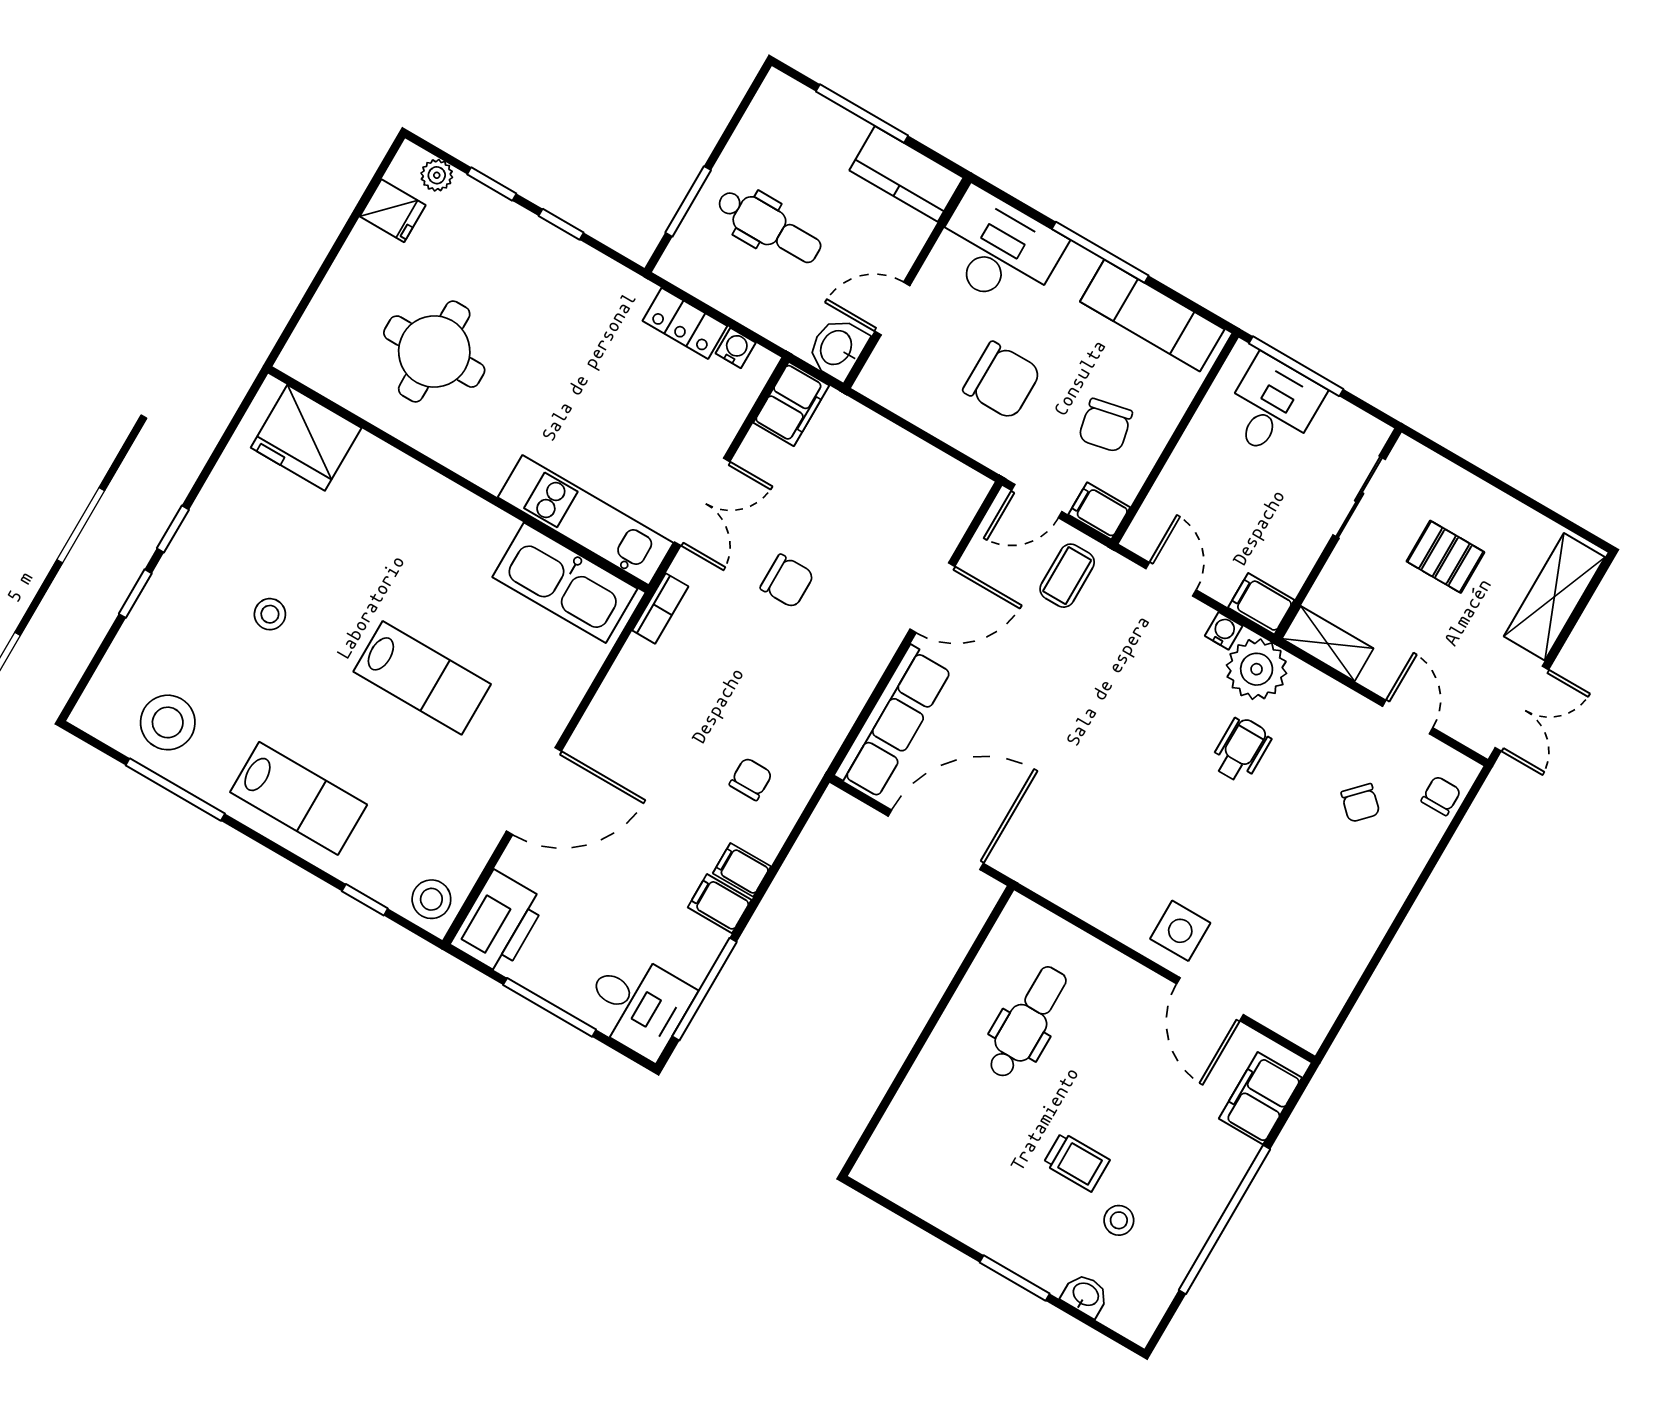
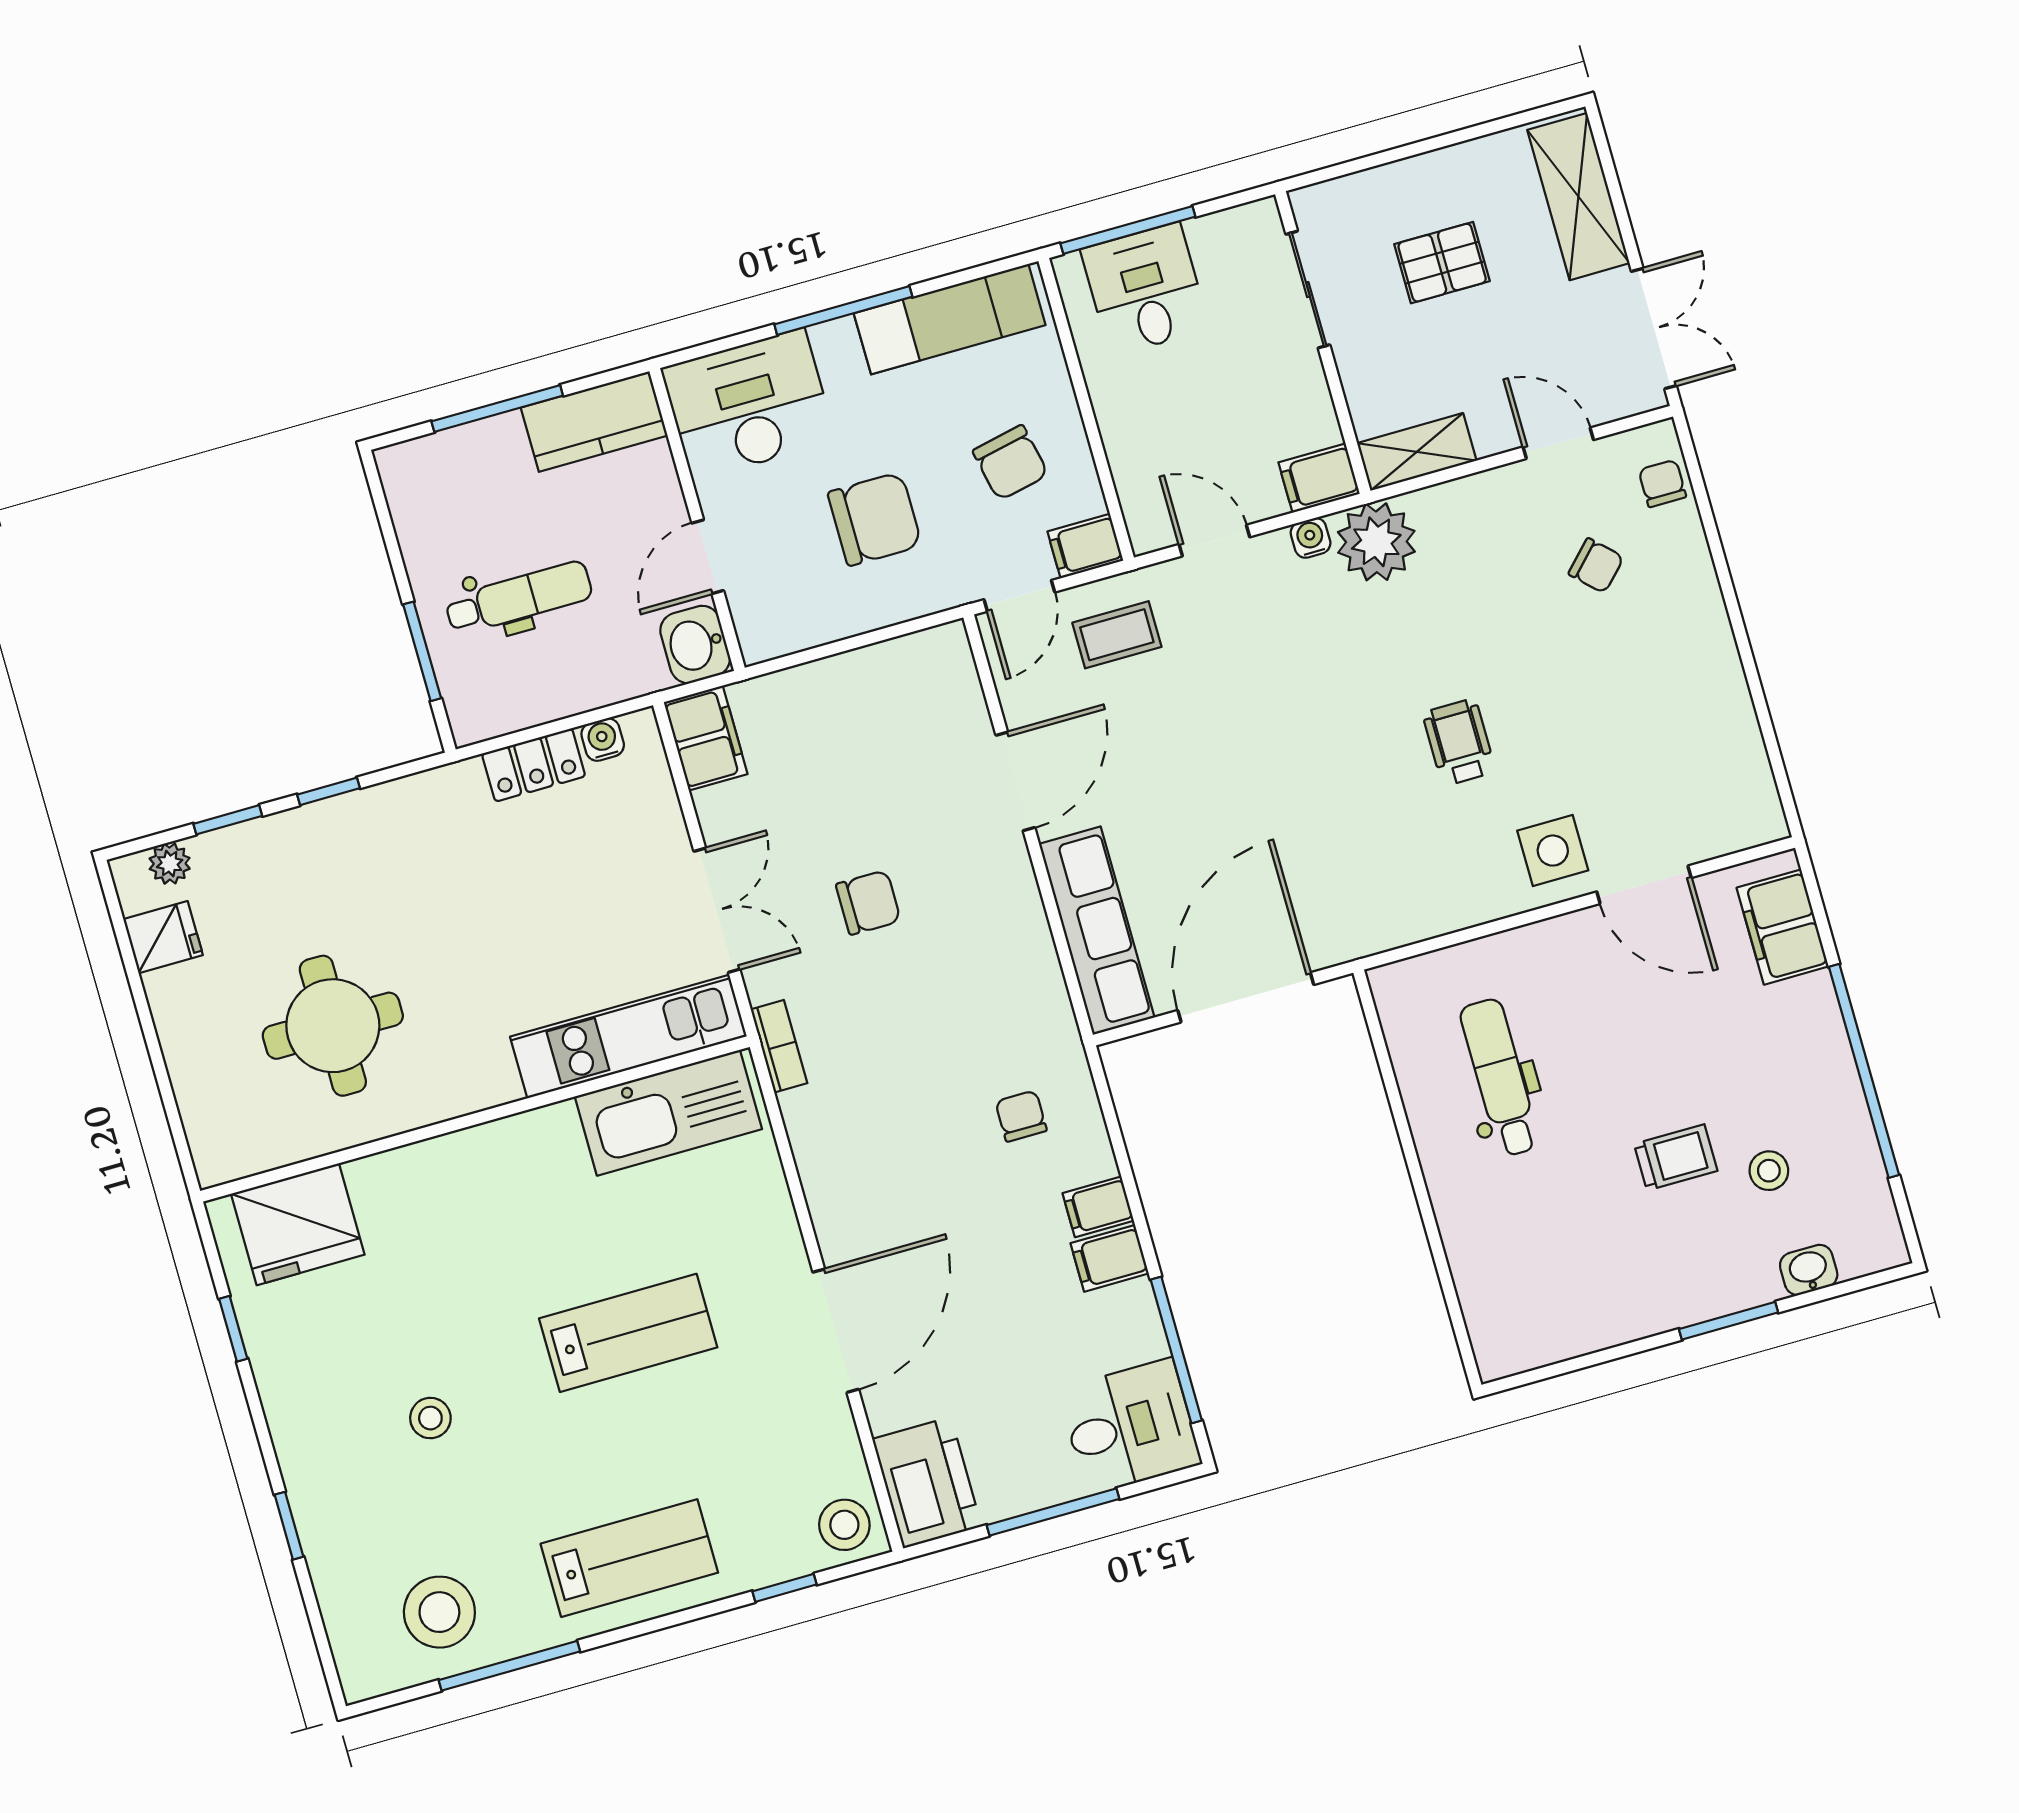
window: (173, 529) -> (233, 1329), moved
coffee table: (1067, 576) -> (1117, 635), turned 90
wheelchair: (1241, 750) -> (1459, 742), moved

